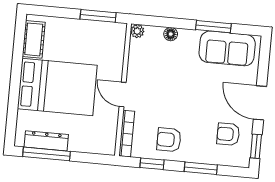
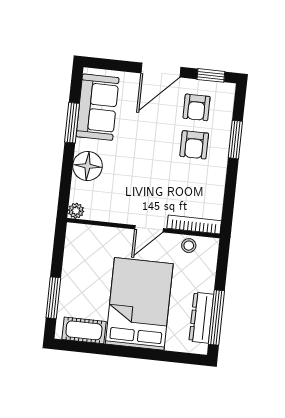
window: (98, 16) -> (53, 298), moved
floor lamp: (171, 34) -> (88, 166), width x1.89, depth x1.89
stool: (108, 129) -> (189, 246), added
armchair: (169, 140) -> (194, 145), moved
window: (152, 164) -> (229, 196), removed

